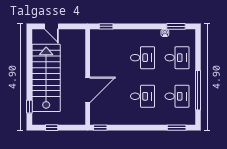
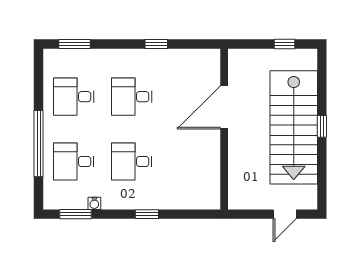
door: (52, 26) -> (285, 214), swing flipped
window: (106, 26) -> (147, 214), moved
window: (198, 90) -> (39, 144), moved
window: (29, 107) -> (322, 126), moved
window: (100, 128) -> (156, 44), moved

